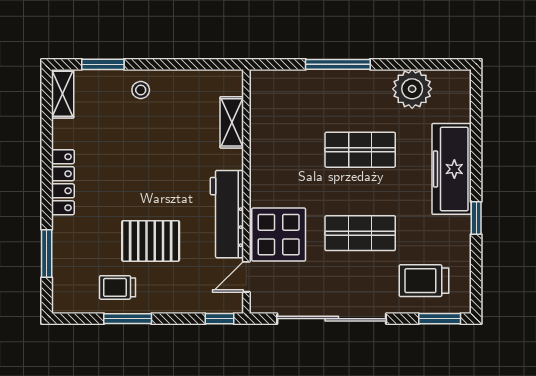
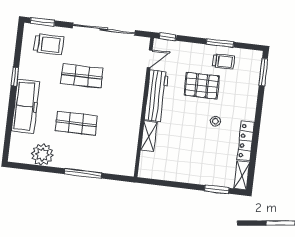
stool: (141, 90) -> (215, 121), moved
shelving: (232, 122) -> (149, 136), moved
locker: (63, 182) -> (246, 141), moved
display table: (279, 235) -> (128, 81), removed
window: (47, 254) -> (263, 72), moved

